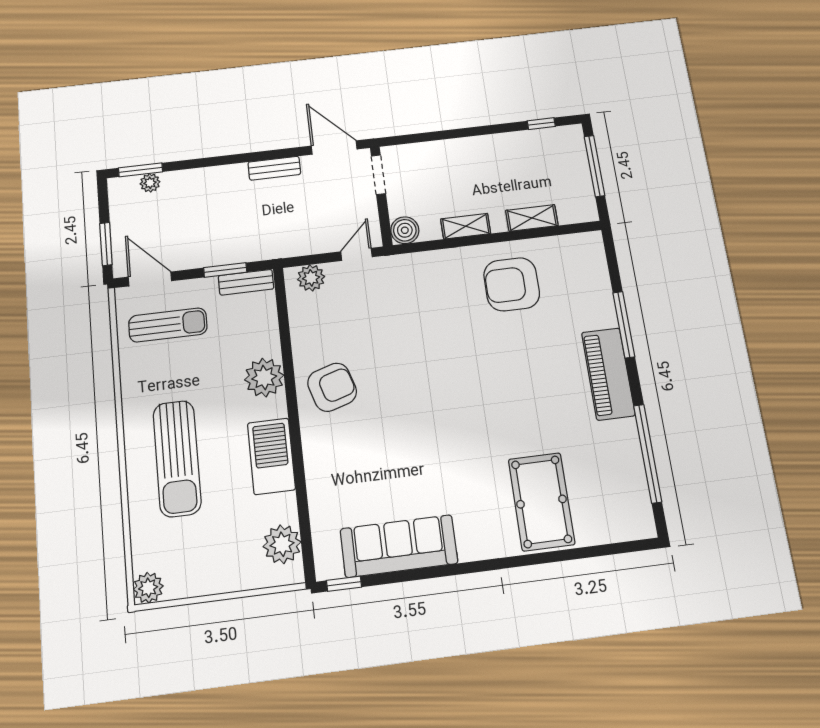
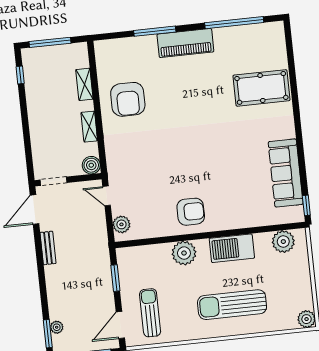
bench: (246, 282) -> (124, 265), removed
armchair: (332, 387) -> (191, 212), turned 107
sun lounger: (177, 458) -> (232, 305), turned 180

